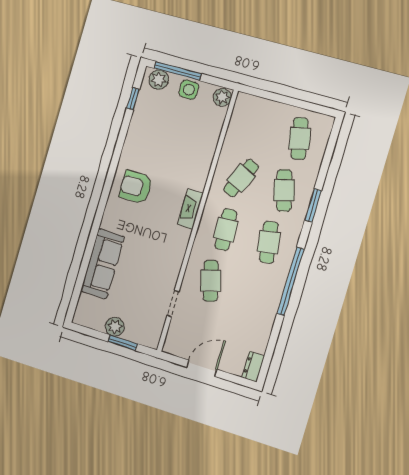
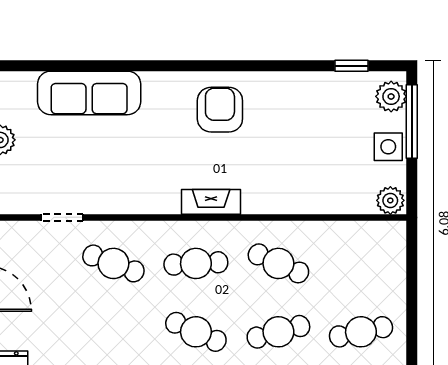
cafe table: (269, 242) -> (196, 332), turned 33
cafe table: (211, 281) -> (113, 263), turned 36

